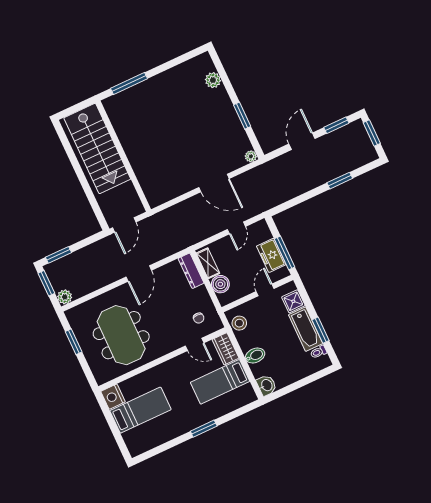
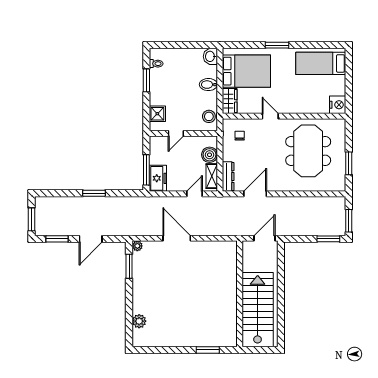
window: (129, 83) -> (208, 350), width x0.69
window: (242, 116) -> (129, 266), moved
window: (340, 181) -> (94, 193), moved
door: (236, 228) -> (195, 194), moved
window: (285, 253) -> (146, 170), moved
freezer: (271, 255) -> (158, 178), moved
door: (139, 274) -> (255, 194), moved
plant: (65, 297) -> (339, 203), removed
bathtub: (306, 329) -> (158, 87), removed
door: (195, 344) -> (270, 116), moved
bed: (220, 382) -> (246, 71), width x1.50
bed: (140, 410) -> (321, 63), moved

